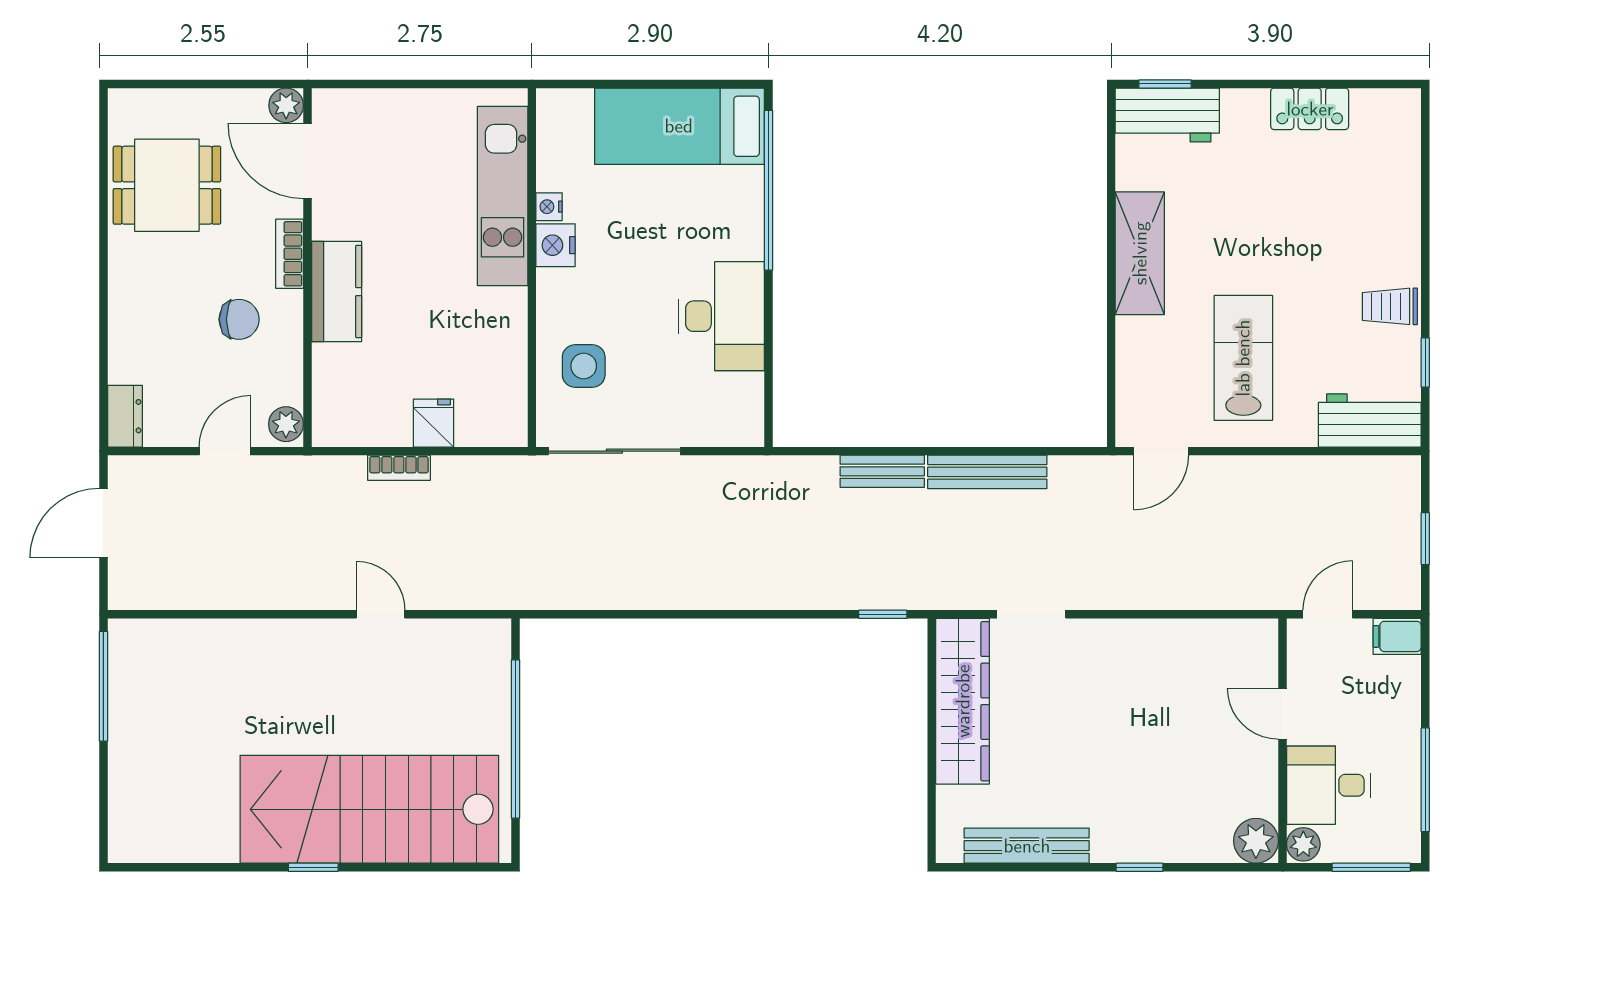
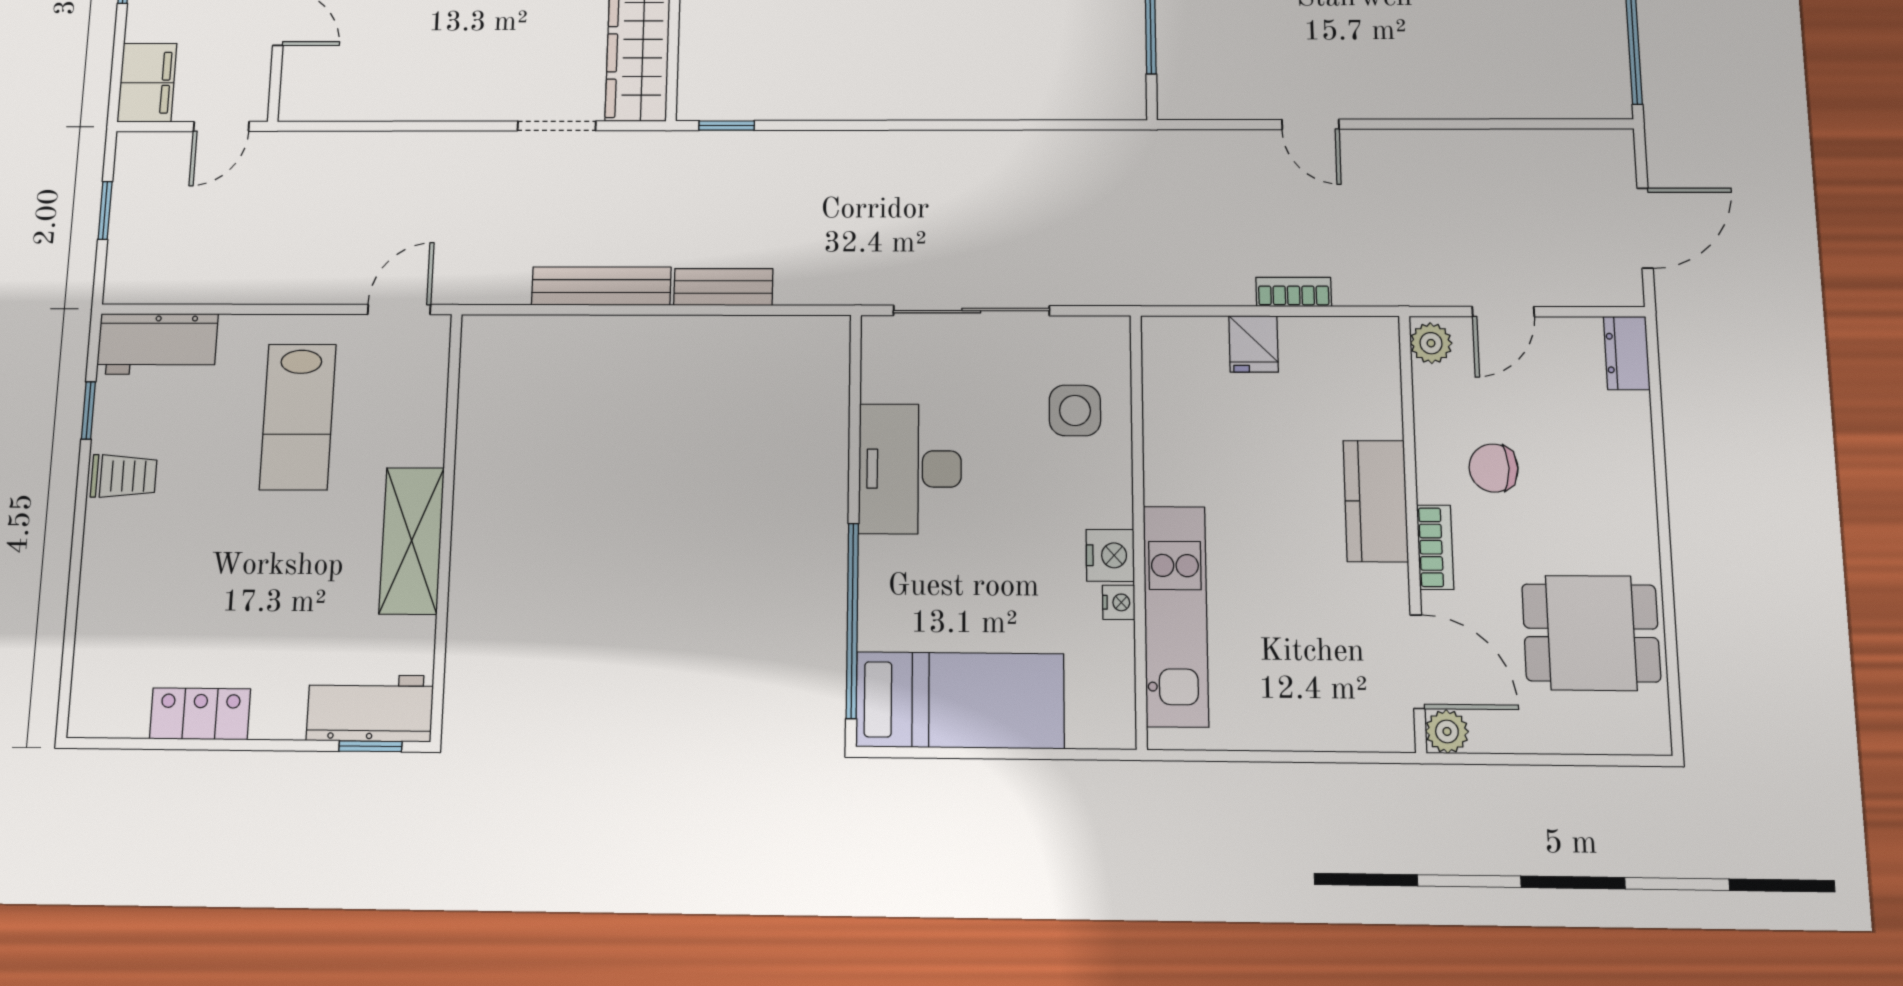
sliding door: (614, 451) -> (971, 311), moved
filing cabinet: (1397, 636) -> (147, 83), width x2.00

